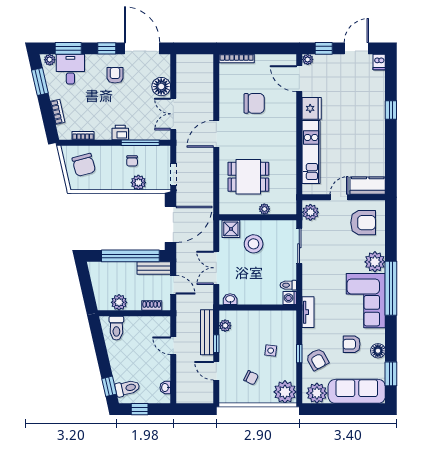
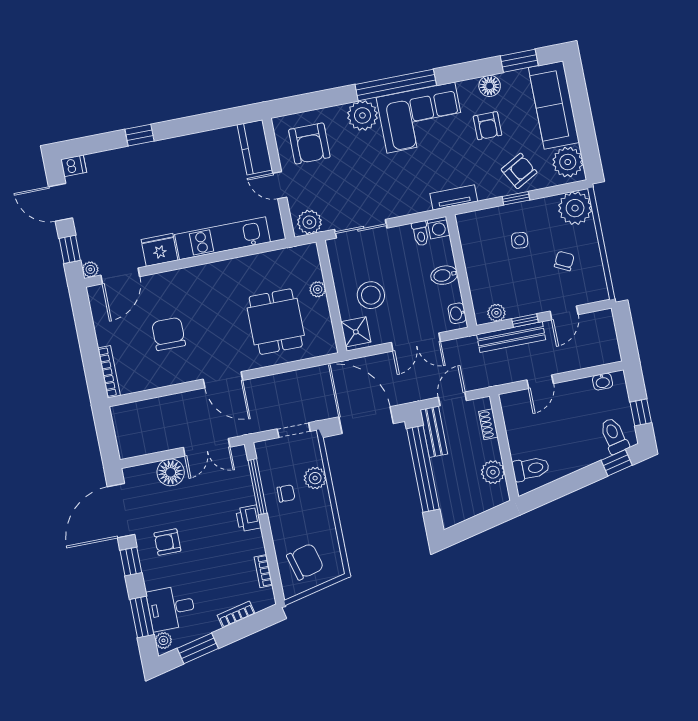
armchair: (363, 223) -> (309, 143), turned 180
bidet: (257, 296) -> (444, 275), added

